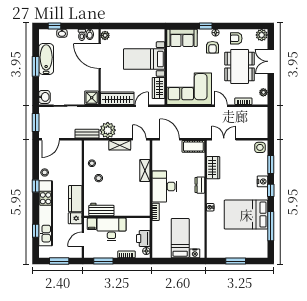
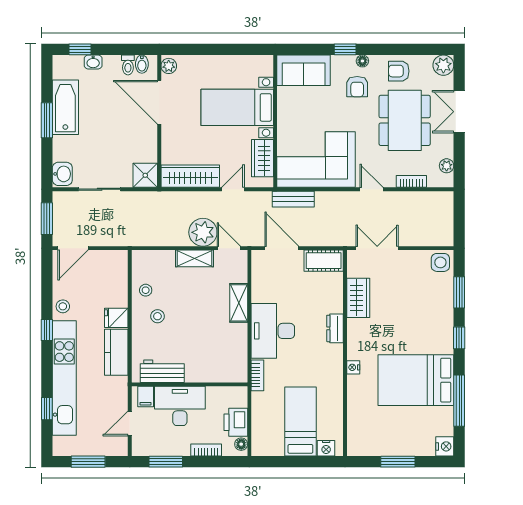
plant: (108, 130) -> (203, 232), moved
bench: (87, 134) -> (293, 199), moved
nightstand: (262, 181) -> (445, 446), moved
fridge: (75, 218) -> (116, 318), moved

